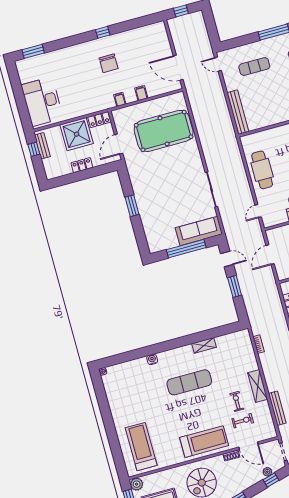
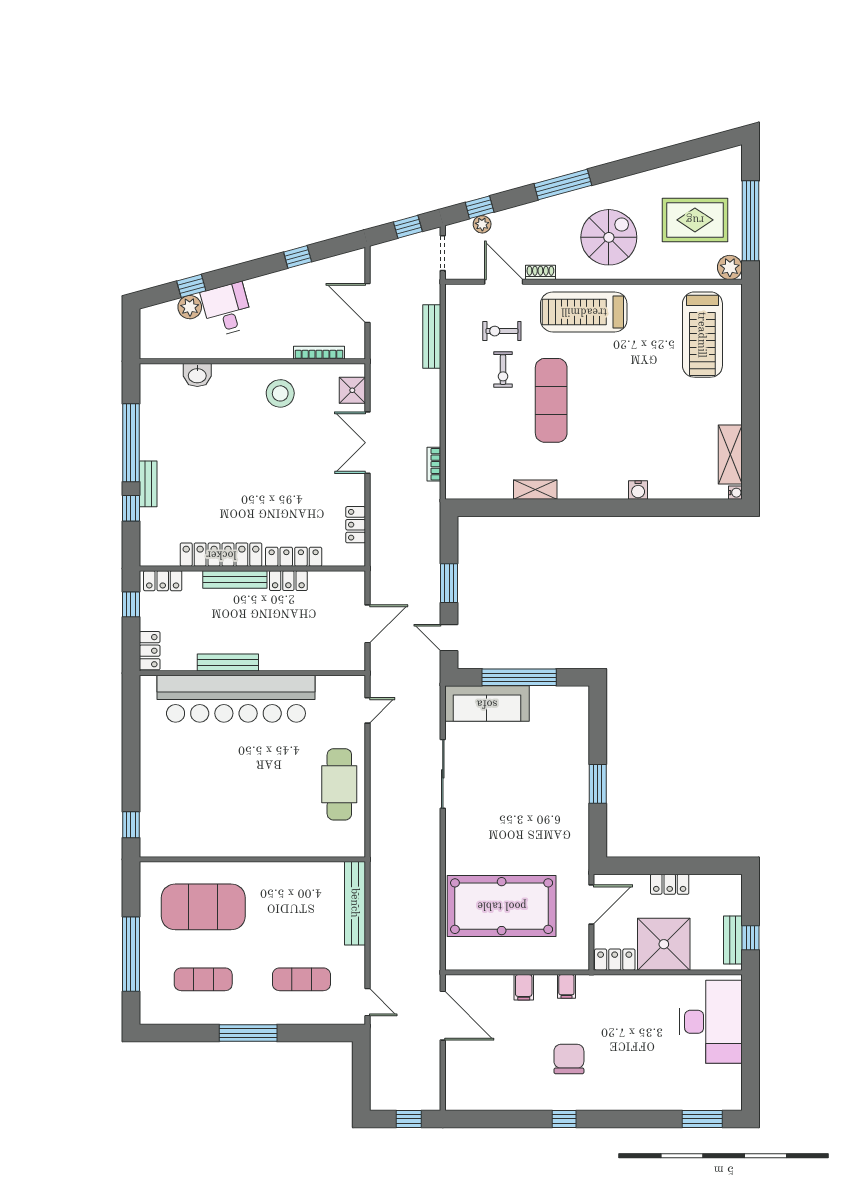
exercise mat: (189, 382) -> (551, 400), moved, turned 90
shelving: (258, 386) -> (730, 455), moved

